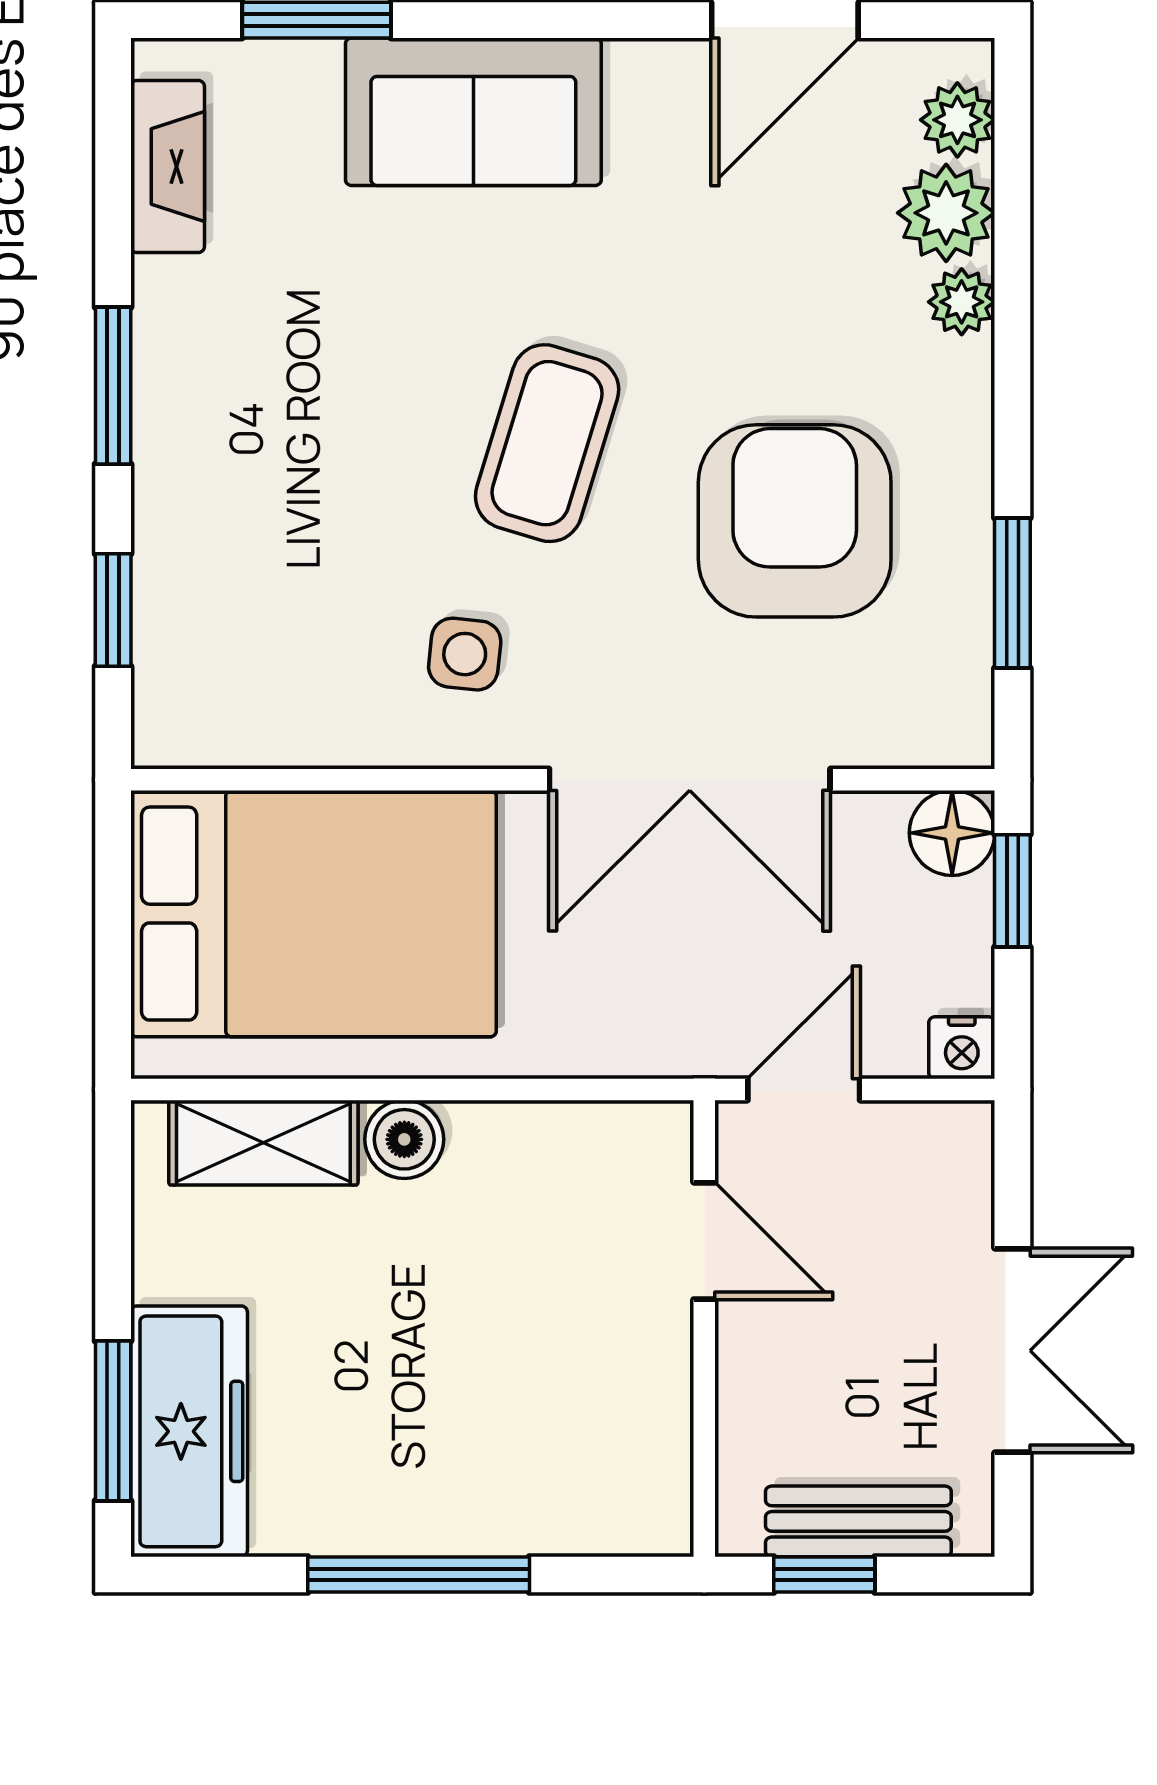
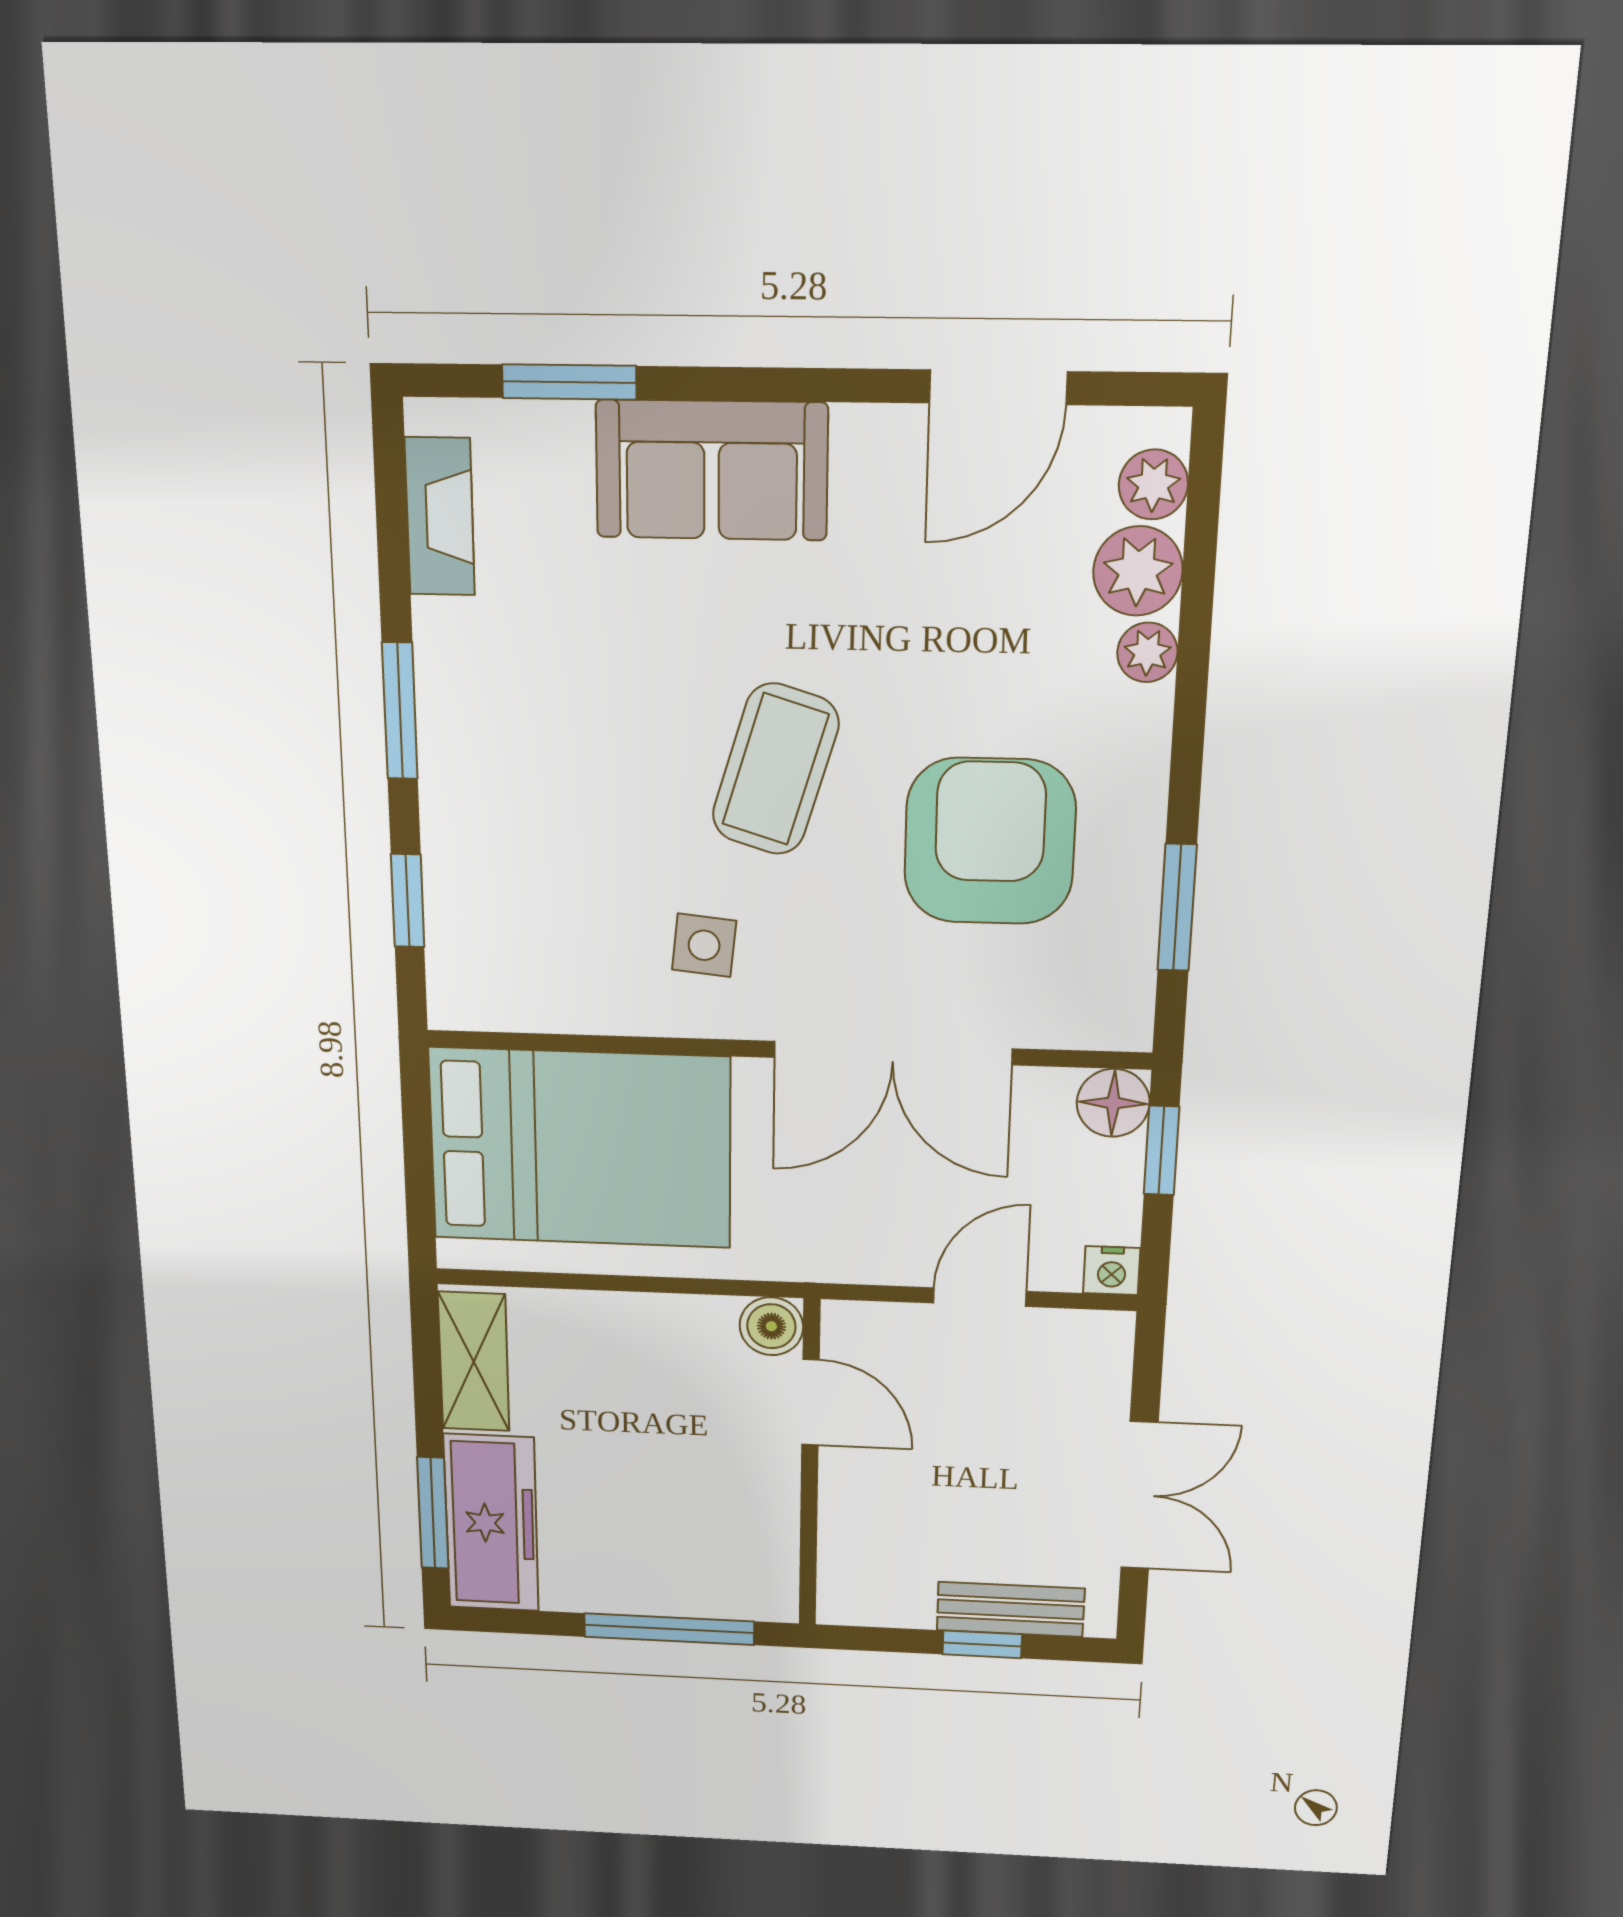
boiler: (404, 1139) -> (771, 1326), moved
shelving: (263, 1143) -> (474, 1362), moved, turned 90
door: (704, 1241) -> (811, 1402), moved
wall: (704, 1328) -> (810, 1465), moved

